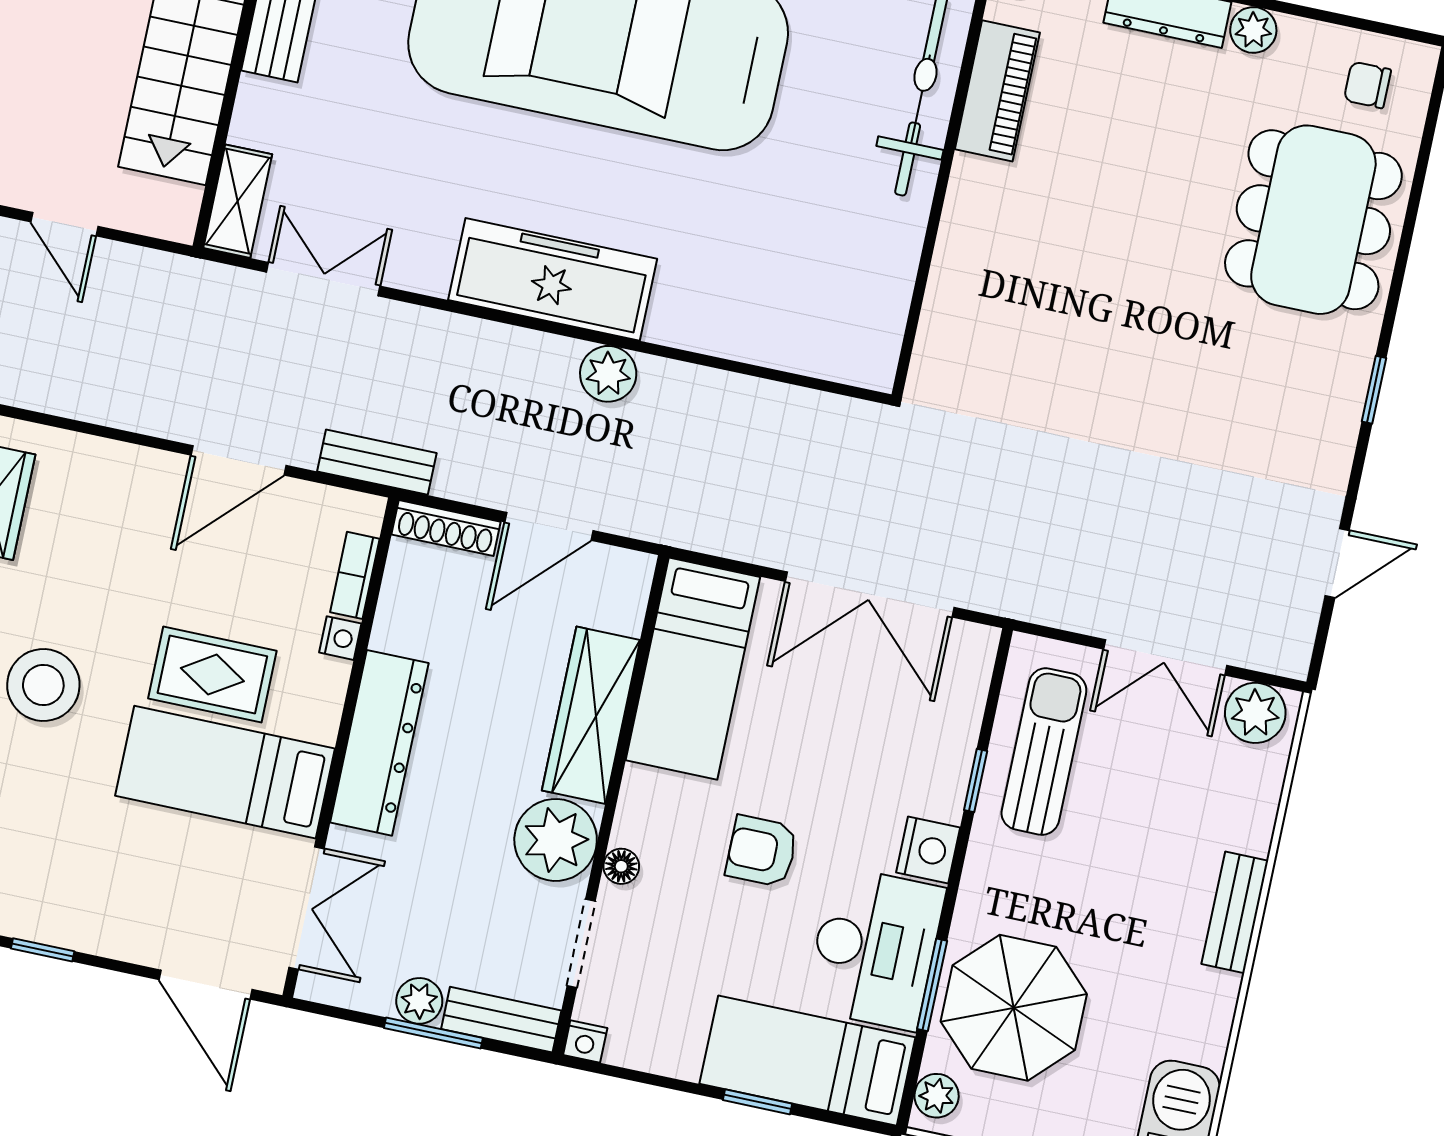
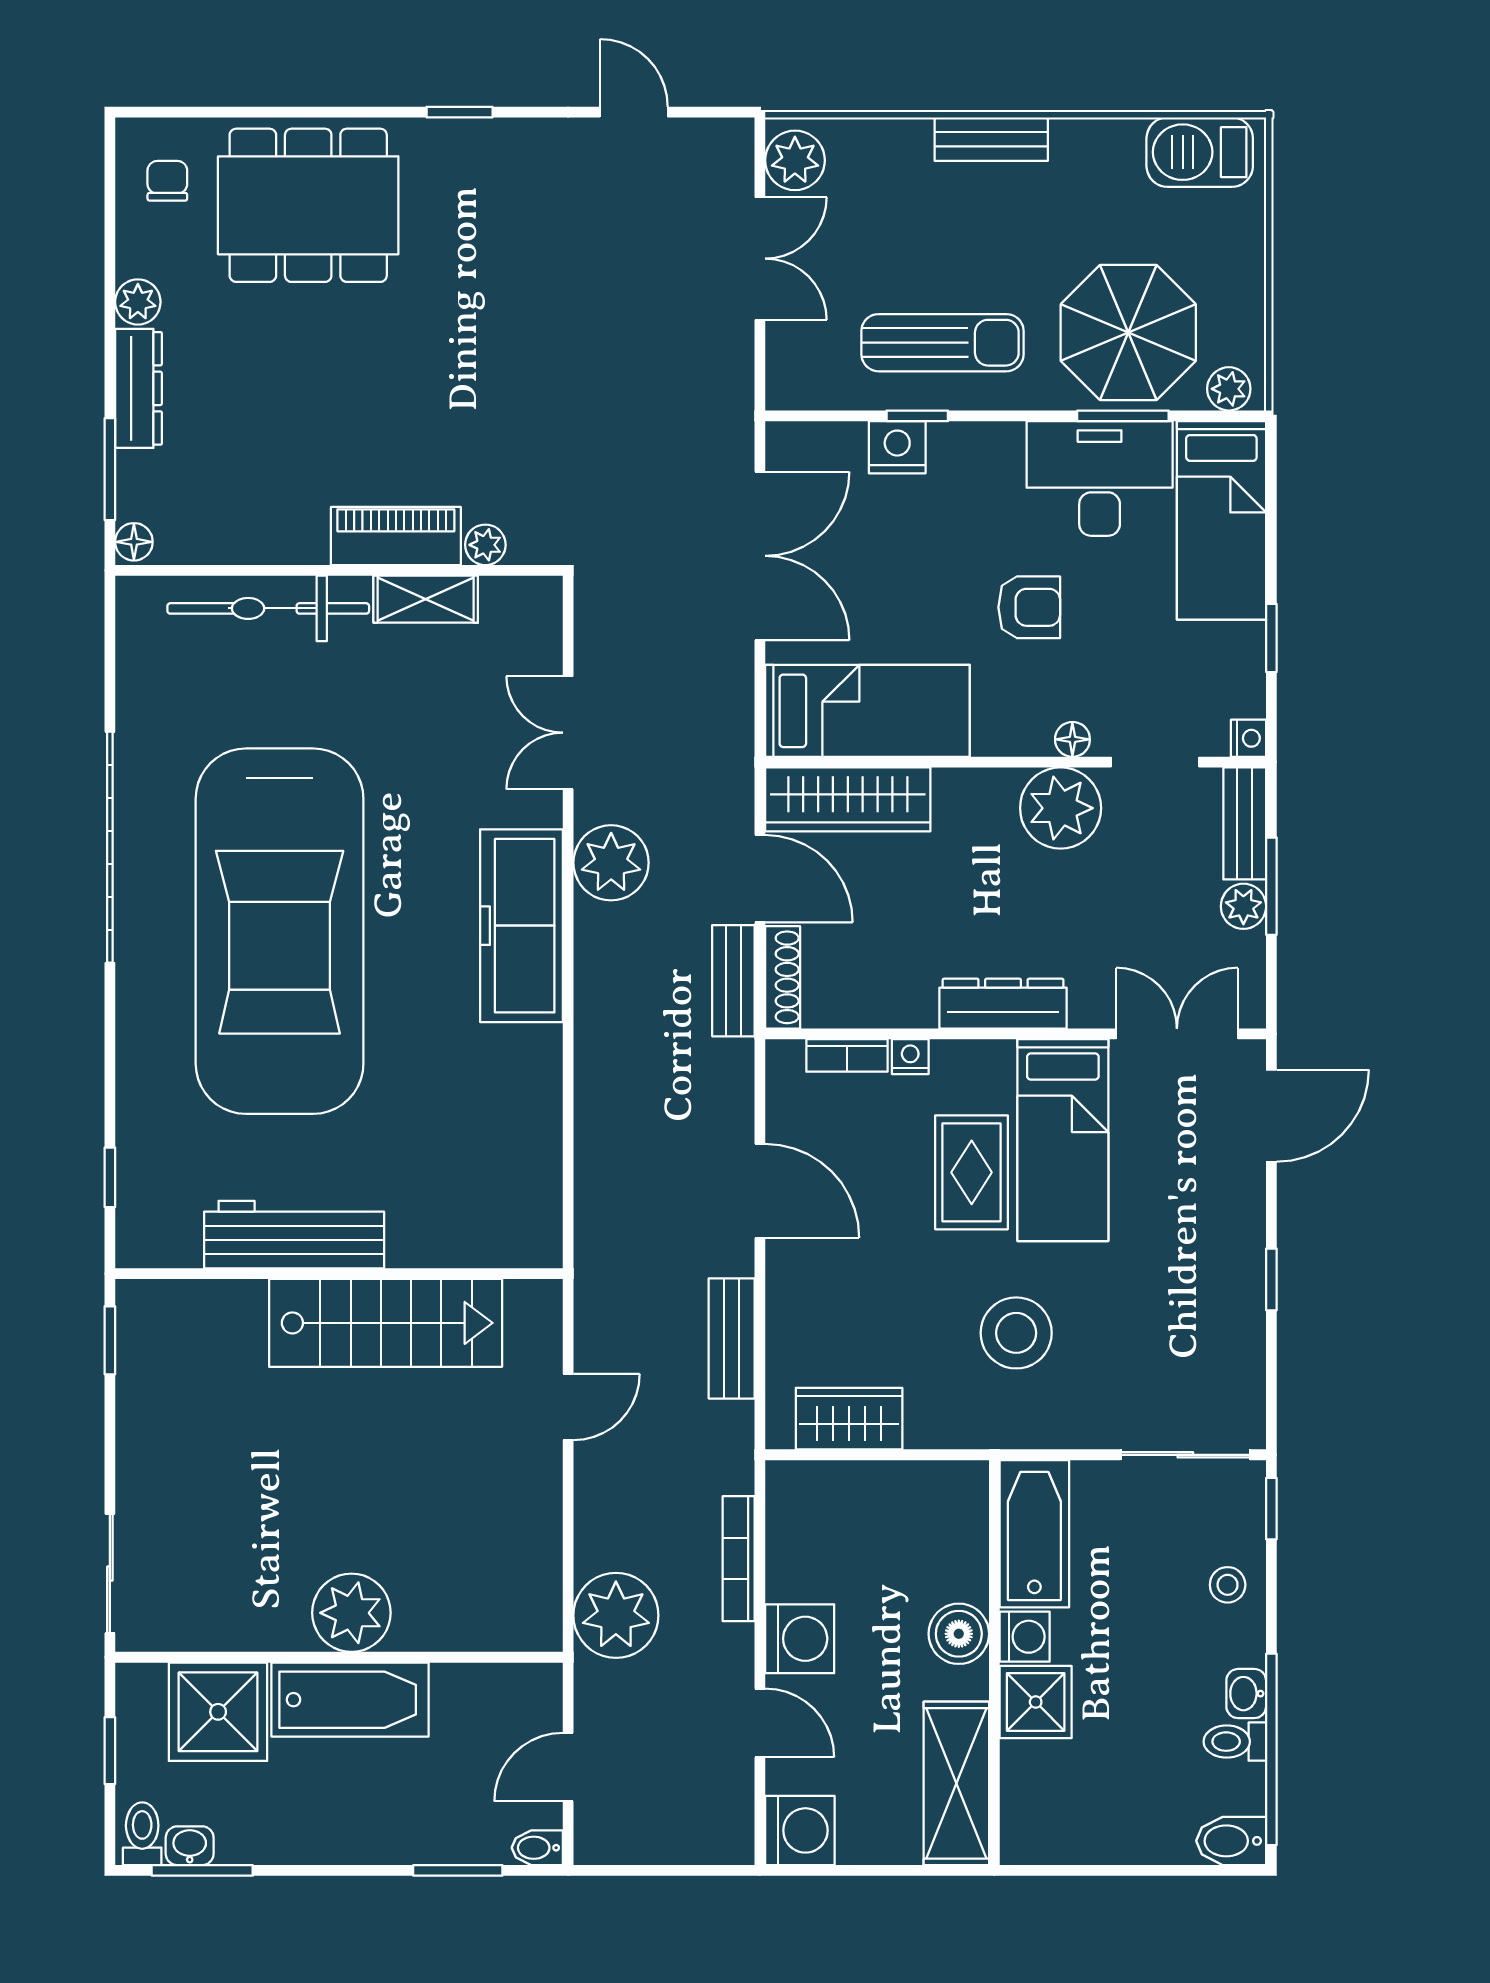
chair: (1367, 85) -> (167, 181), turned 180
piano: (997, 91) -> (396, 536), moved
shelving: (238, 201) -> (426, 599), moved
double door: (323, 279) -> (568, 733), moved
plant: (939, 324) -> (485, 545), added
plant: (608, 374) -> (611, 863), width x1.36, depth x1.36
bench: (98, 401) -> (732, 1338), added
bench: (377, 462) -> (733, 981), moved
wardrobe: (591, 715) -> (848, 799), moved
dresser: (379, 743) -> (1003, 1004), width x0.73, depth x0.80
sun lounger: (1044, 752) -> (942, 343), moved, turned 180
nightstand: (928, 850) -> (897, 447), moved
armchair: (762, 851) -> (1029, 607), turned -90
window: (758, 1102) -> (1271, 638), moved

